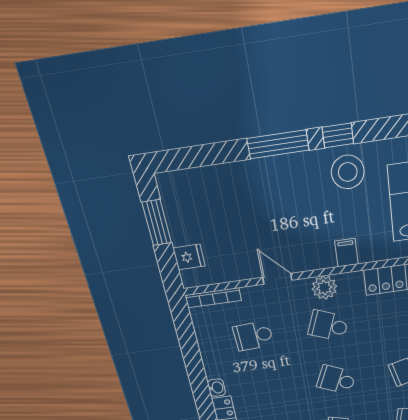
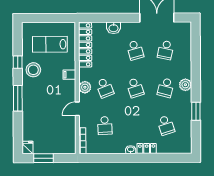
window: (338, 135) -> (18, 62), moved
fridge: (189, 257) -> (28, 148), moved
school desk: (328, 326) -> (105, 88), turned -42
school desk: (336, 380) -> (135, 88), turned -42

